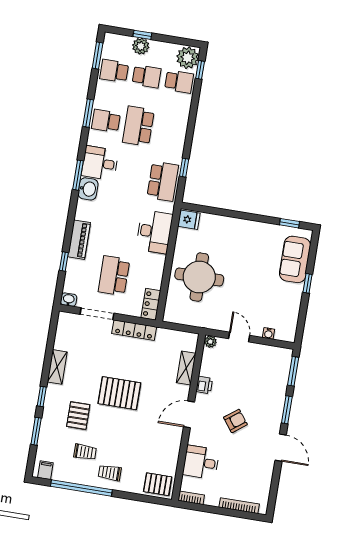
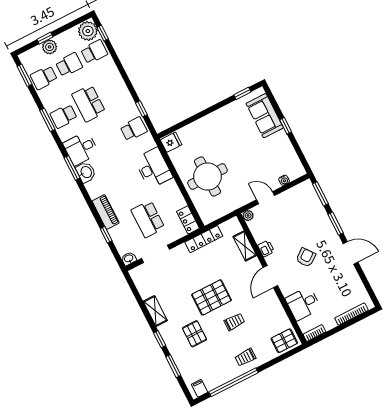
school desk: (163, 181) -> (134, 129), width x0.54
locker: (134, 330) -> (204, 239), moved
trolley: (85, 452) -> (234, 322), moved

